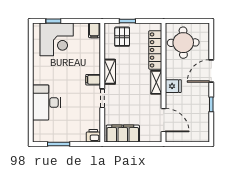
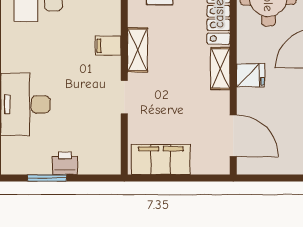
filing cabinet: (93, 80) -> (108, 46), moved
printer: (93, 136) -> (65, 163), moved

